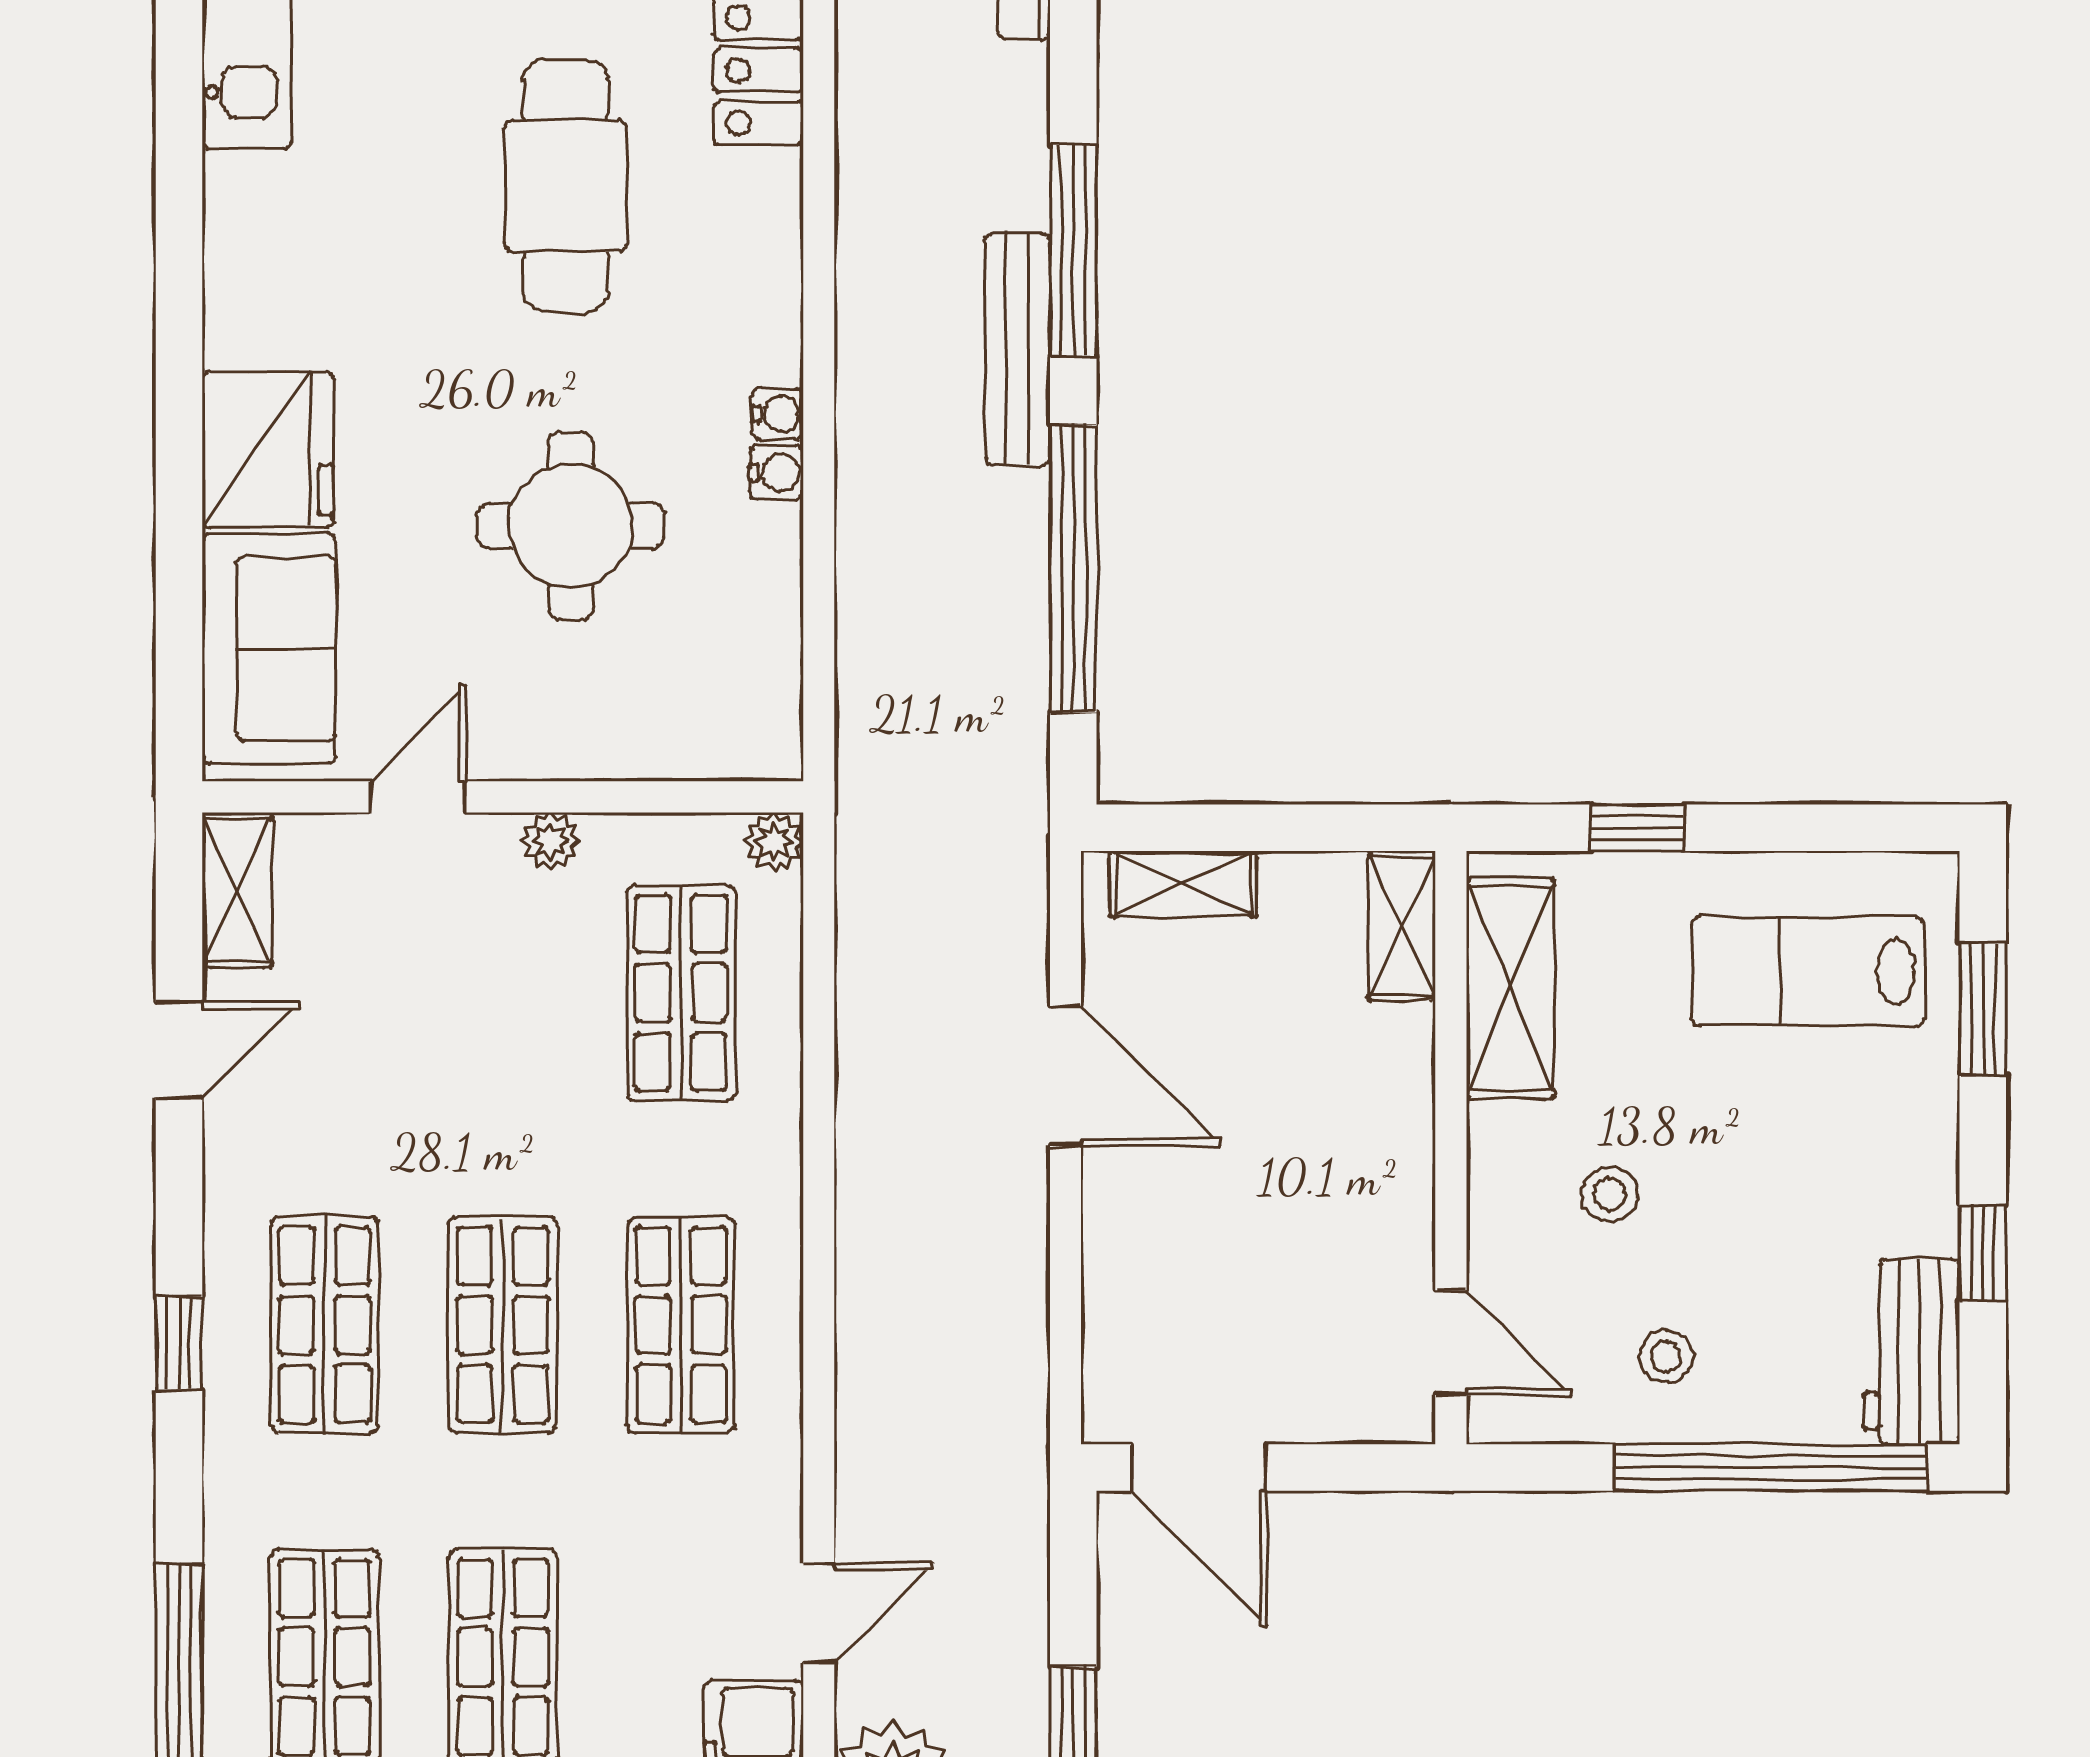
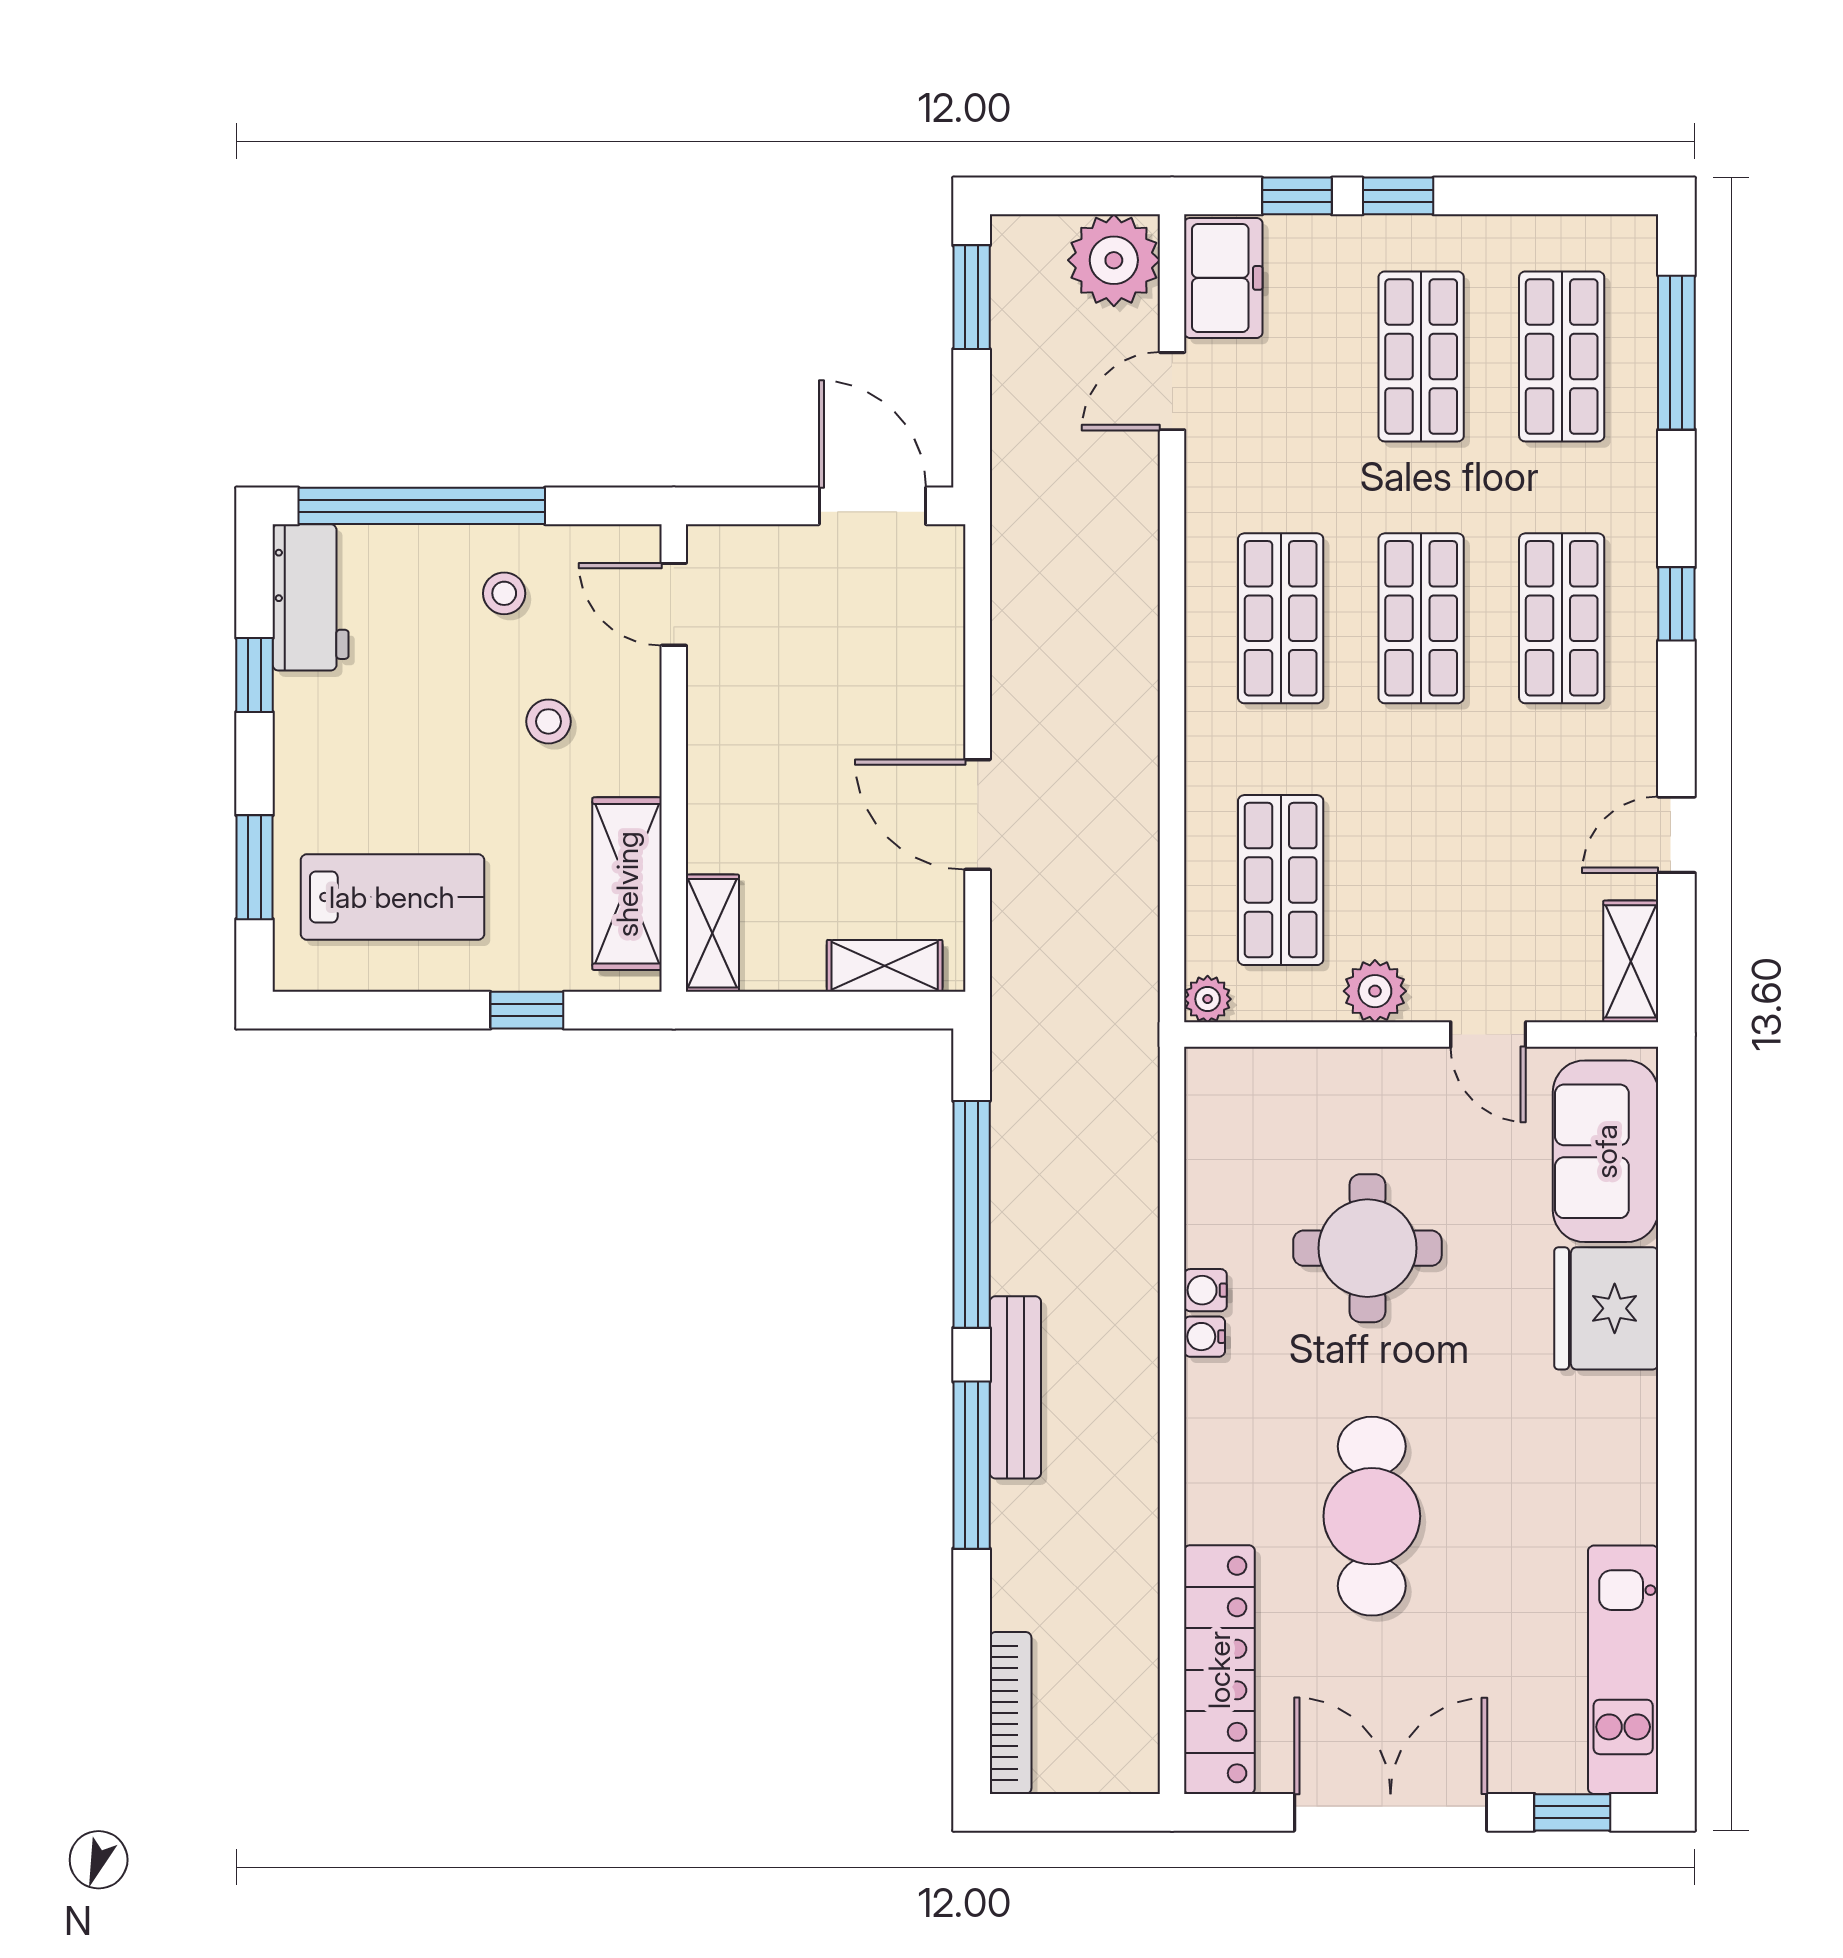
door: (418, 797) -> (1488, 1035), hinge flipped
plant: (551, 841) -> (1375, 991), width x1.38, depth x1.38

